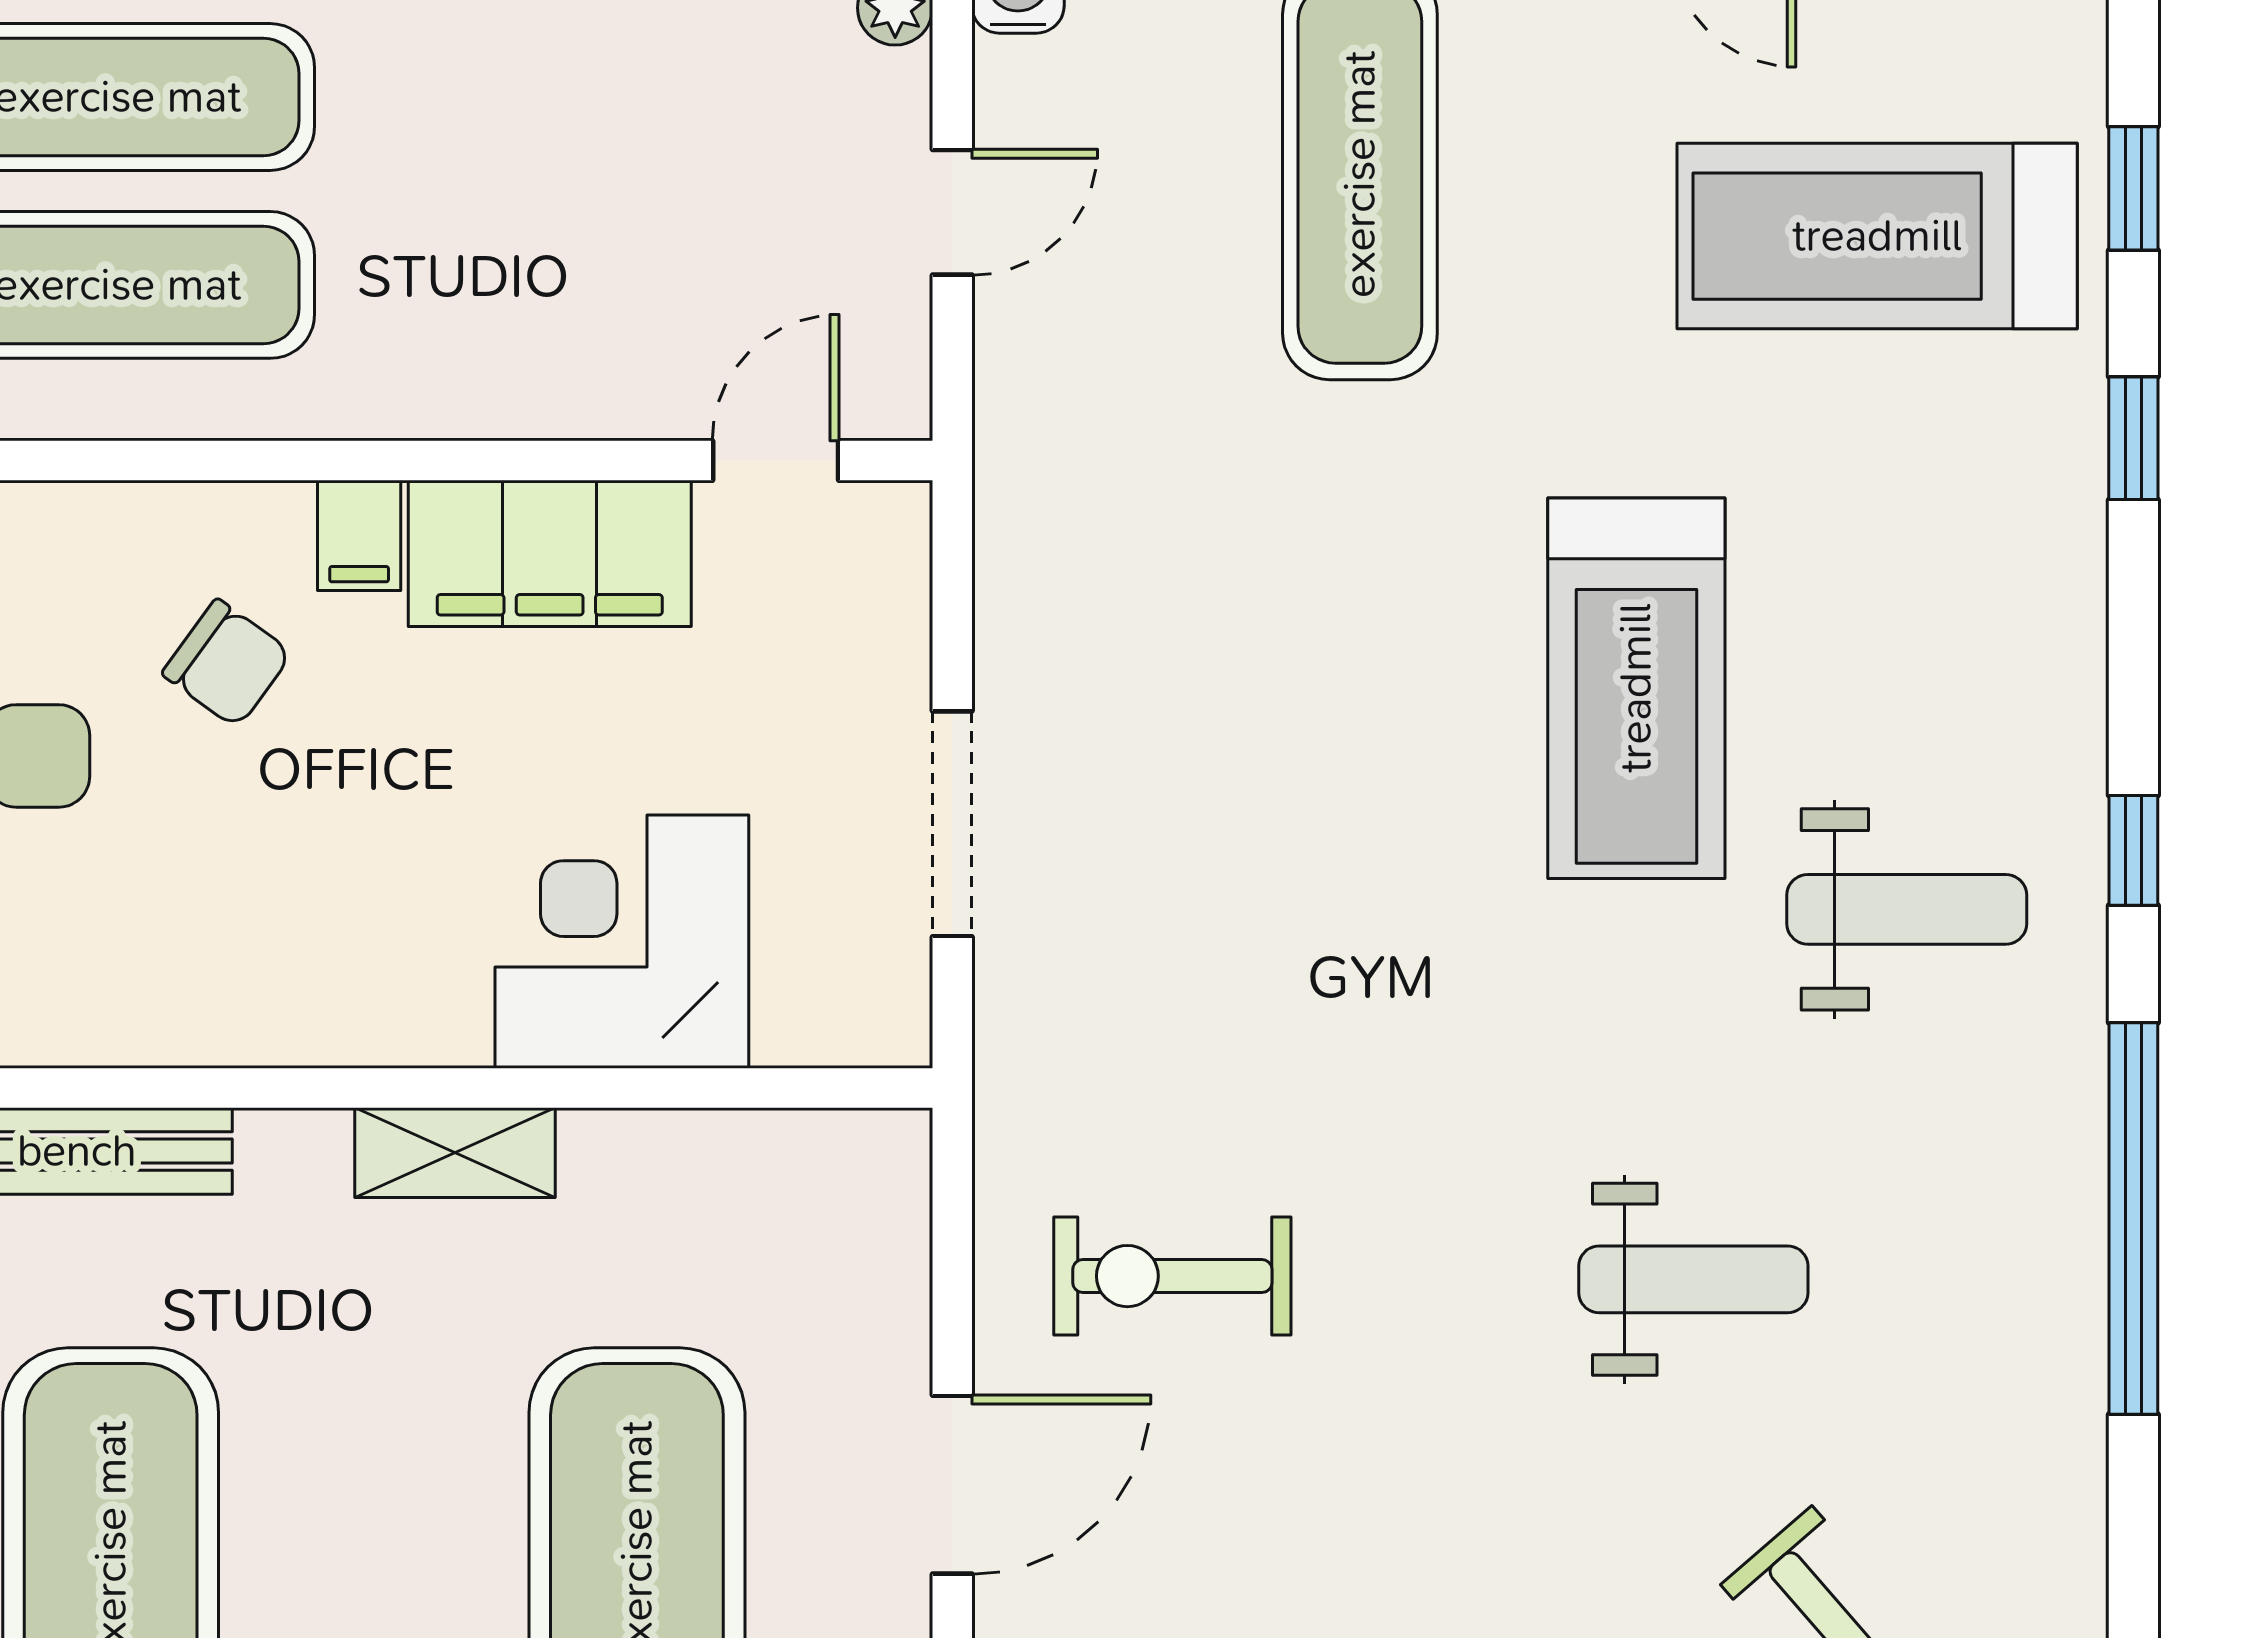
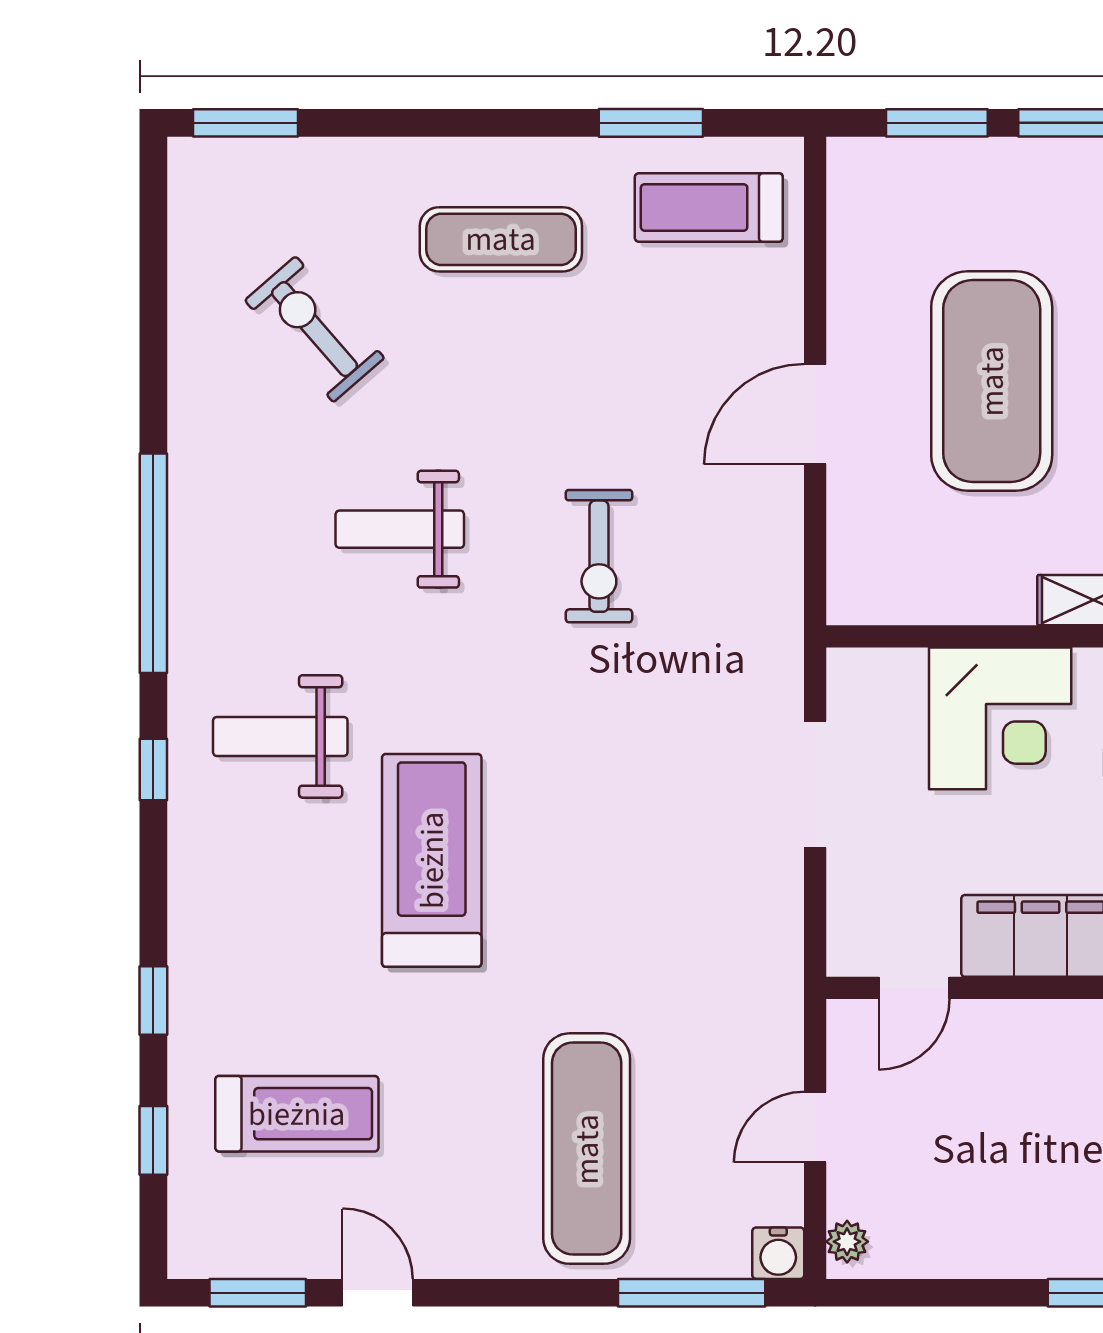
treadmill: (1877, 236) -> (297, 1114), width x0.73, depth x0.73
exercise bike: (1172, 1276) -> (599, 556), moved, turned 90

